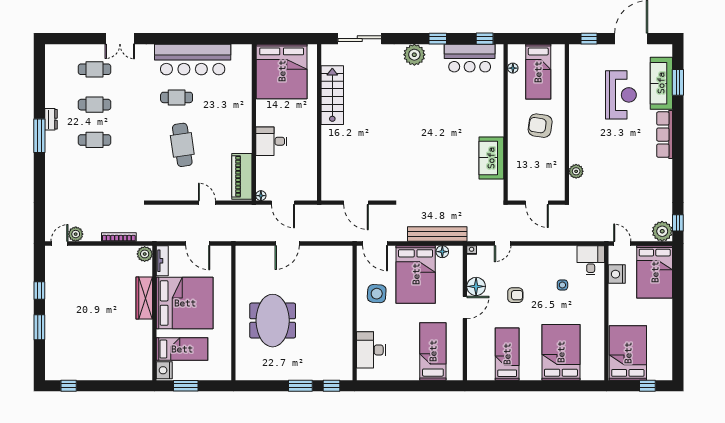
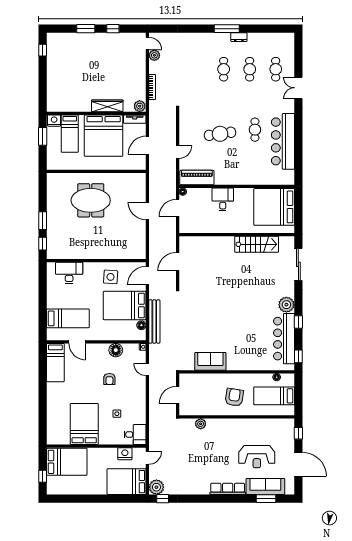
bar counter: (470, 58) -> (284, 339), width x1.36
door: (465, 308) -> (77, 342), moved
bed: (561, 352) -> (84, 424), moved, turned -90
bed: (507, 354) -> (55, 363), moved, turned 90

